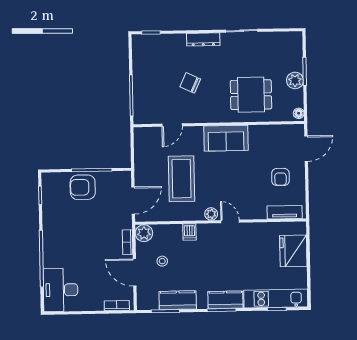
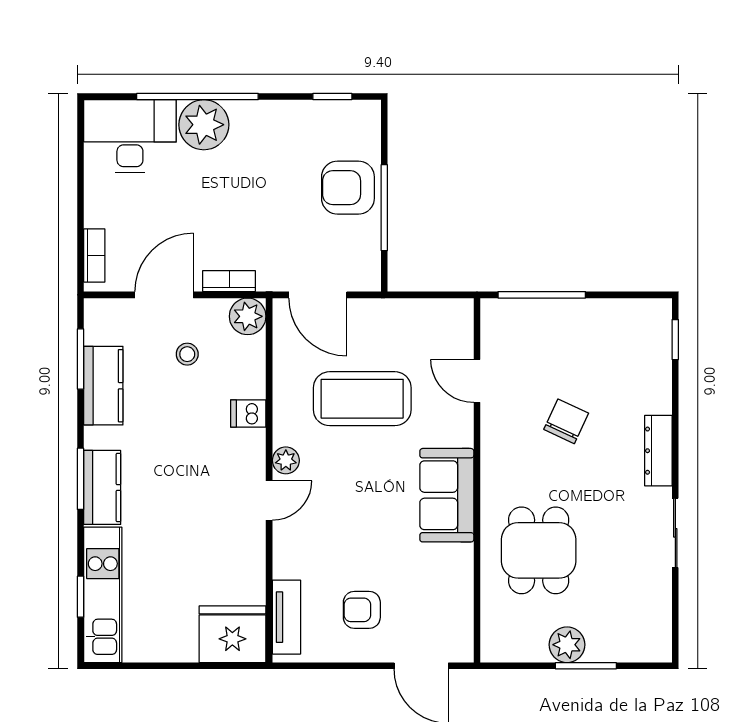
floor lamp: (299, 113) -> (497, 651), removed
armchair: (83, 187) -> (348, 188), turned -90
fridge: (293, 251) -> (232, 634), moved
plant: (55, 255) -> (204, 125), added

